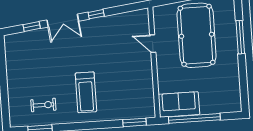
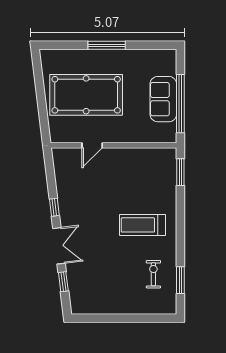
window: (240, 37) -> (107, 45), moved
treadmill: (86, 92) -> (142, 225), turned 180
sofa: (179, 104) -> (163, 99), moved

